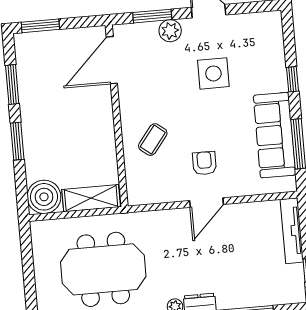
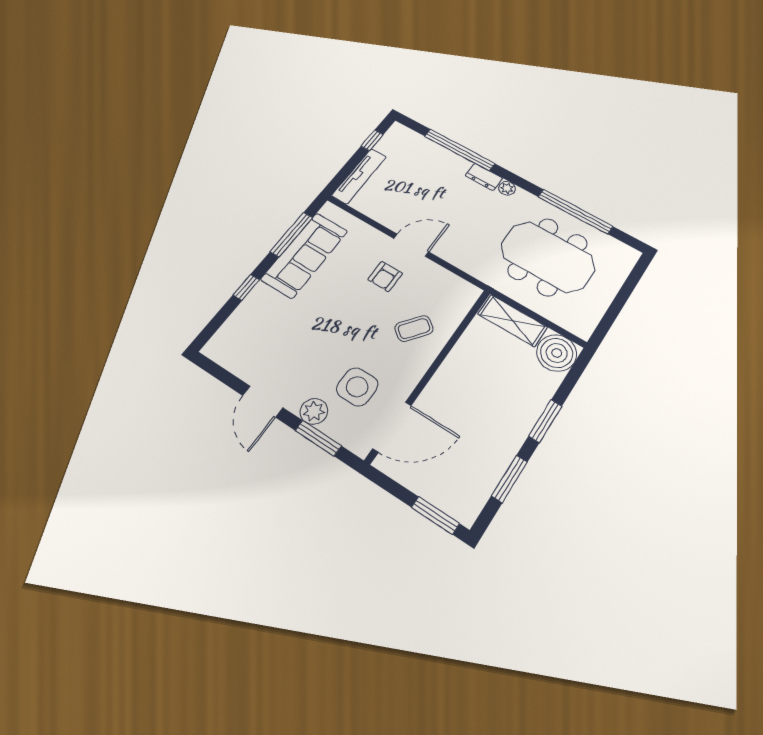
side table: (213, 73) -> (357, 387), moved

